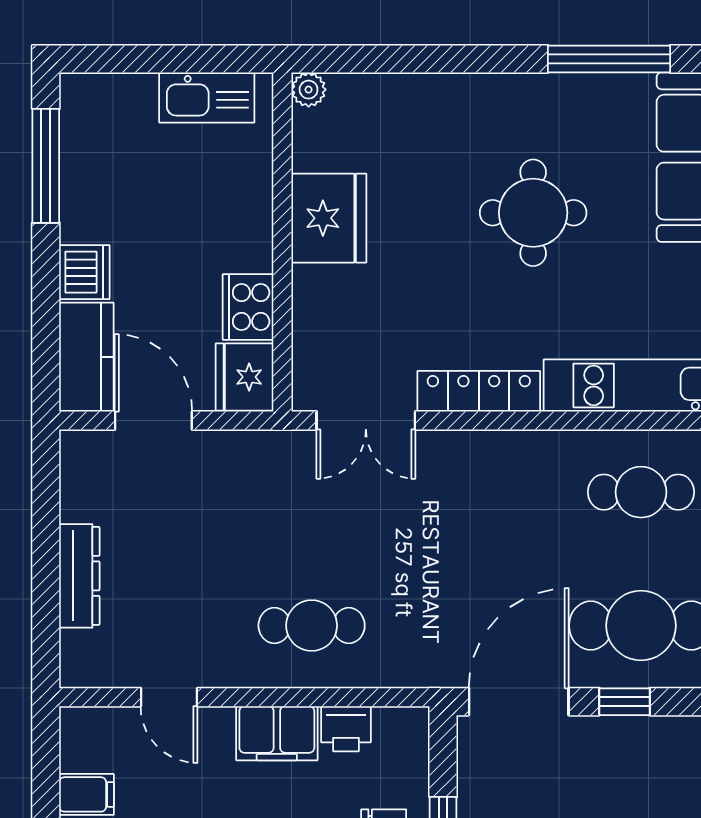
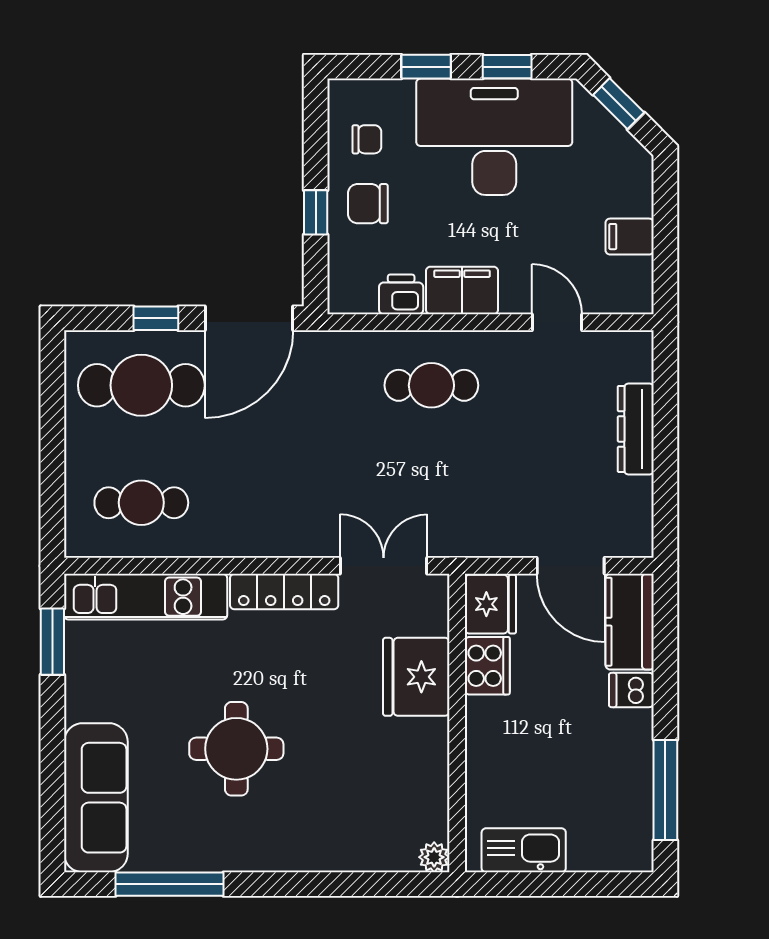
fridge: (329, 218) -> (416, 677), moved
dishwasher: (84, 272) -> (631, 690), width x0.73

